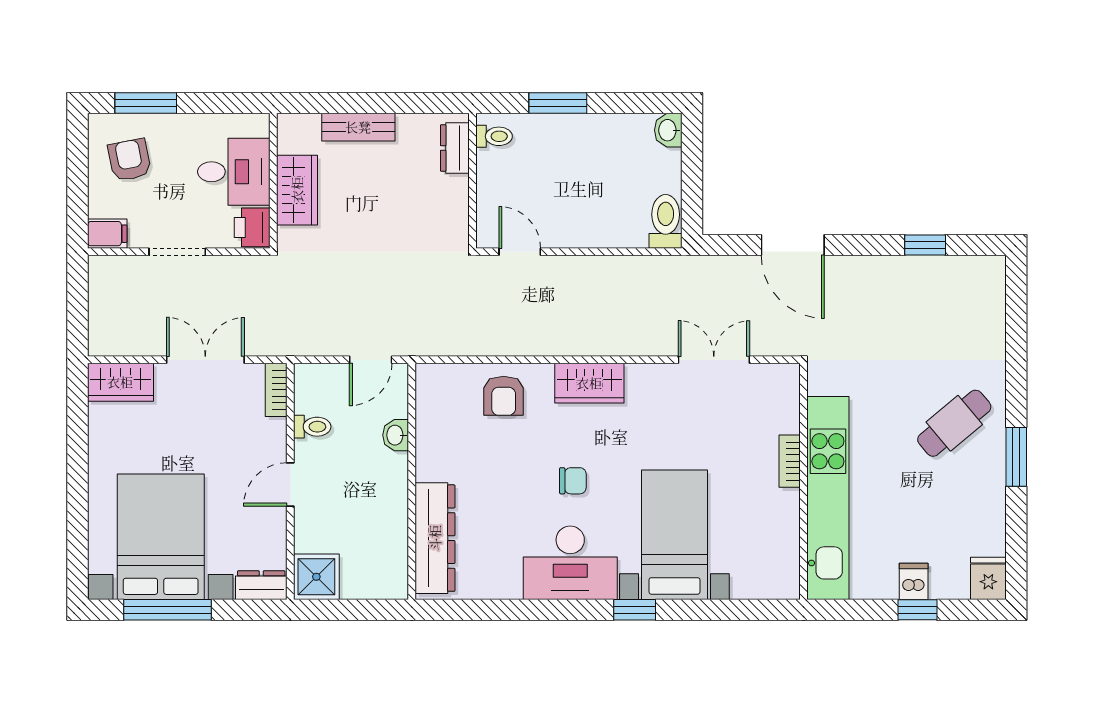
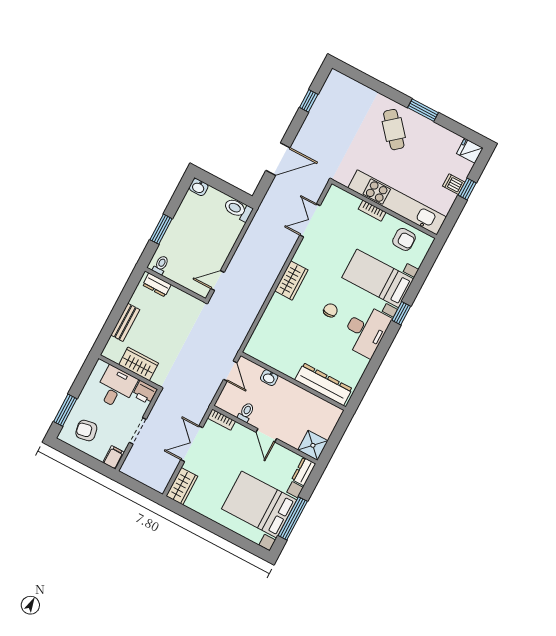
armchair: (504, 396) -> (404, 239), moved

